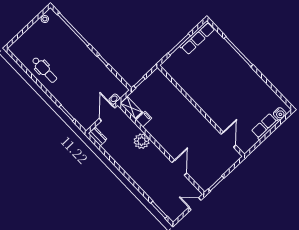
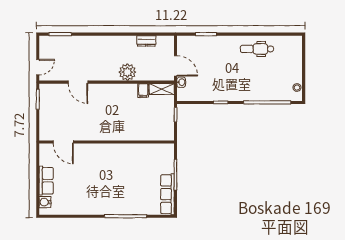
dresser: (98, 137) -> (146, 41), moved

